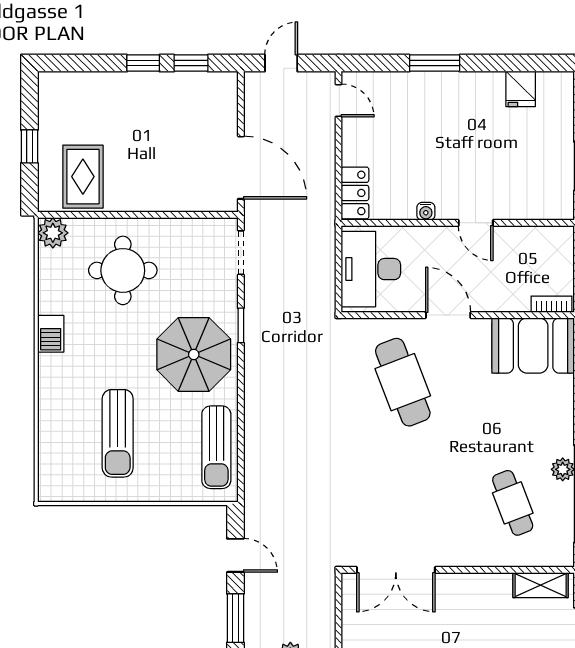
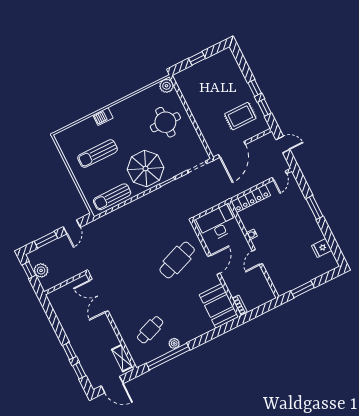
rug: (83, 177) -> (240, 116), moved
locker: (355, 193) -> (251, 199), width x1.53
barbecue: (51, 334) -> (103, 116), moved

